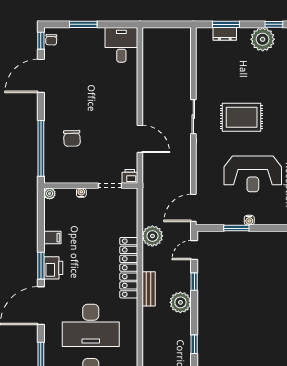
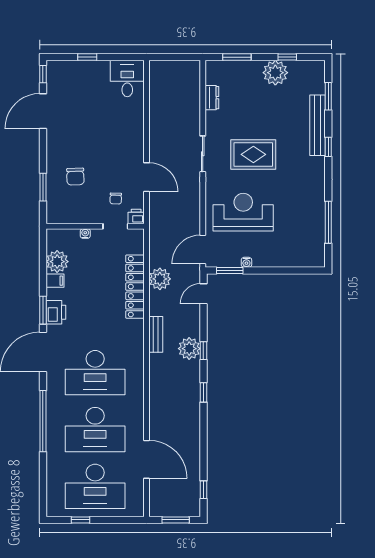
window: (83, 24) -> (87, 57), width x0.67
dresser: (225, 34) -> (212, 98), moved, turned -90
chair: (51, 40) -> (116, 199), moved
window: (41, 148) -> (43, 187), width x0.47
reception desk: (253, 174) -> (243, 212), moved, turned 180
plant: (50, 194) -> (57, 262), moved, width x1.87, depth x1.87
water cooler: (249, 220) -> (246, 262), moved
window: (236, 228) -> (230, 271), moved
locker: (129, 268) -> (135, 287), moved
window: (194, 282) -> (203, 351), moved

